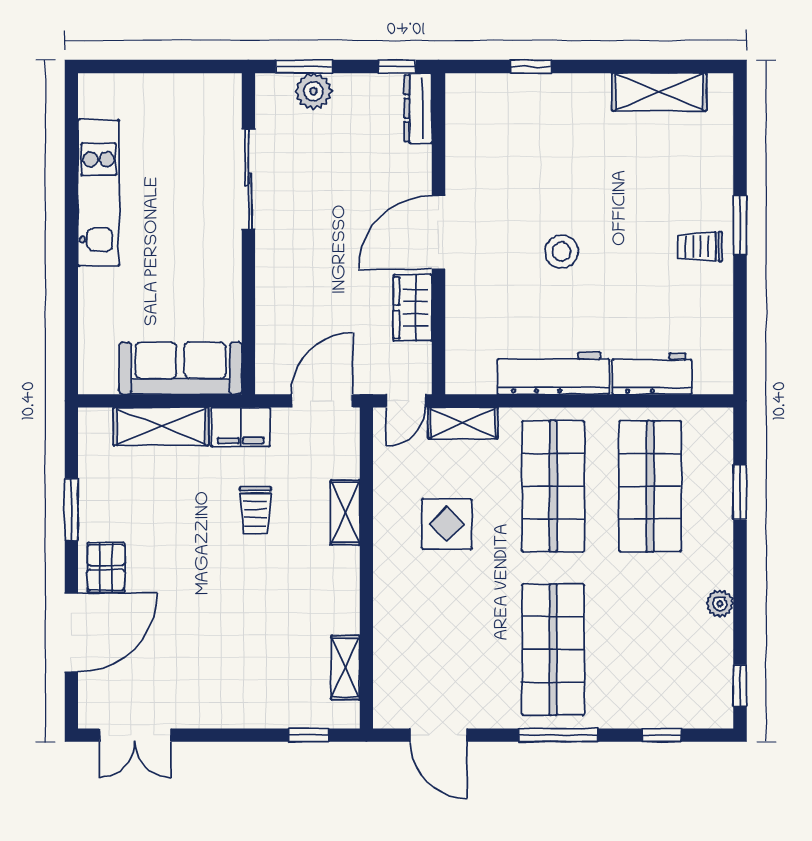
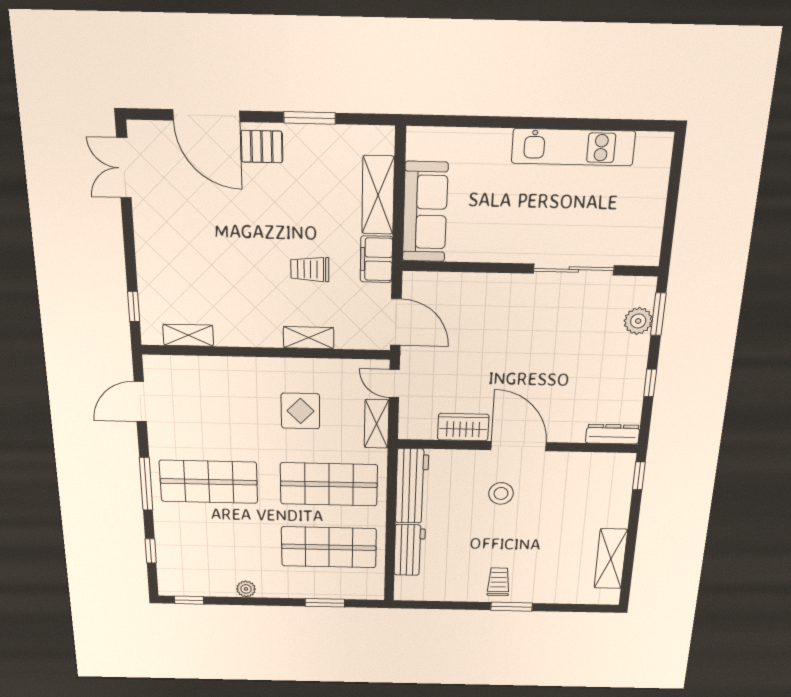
dresser: (418, 108) -> (613, 434), moved
door: (438, 232) -> (518, 446), moved
wall: (438, 234) -> (518, 446), moved
wardrobe: (413, 308) -> (463, 427), moved

